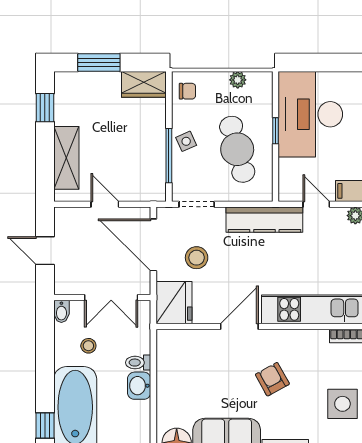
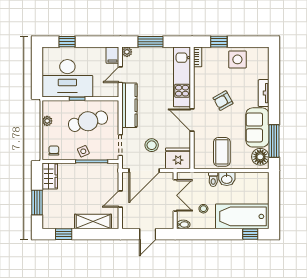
coffee table: (185, 377) -> (222, 152), added

